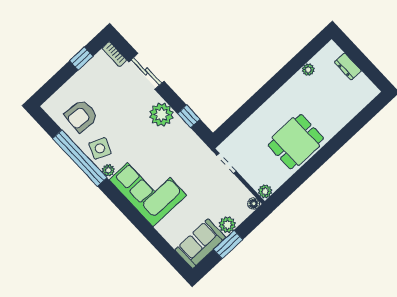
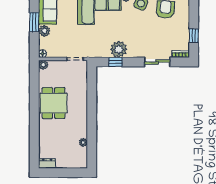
dresser: (348, 66) -> (47, 163), moved
plant: (161, 115) -> (119, 49), moved

